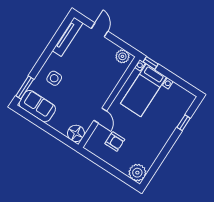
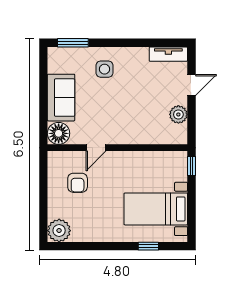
tv unit: (68, 37) -> (168, 54), width x0.71
plant: (122, 56) -> (178, 114), moved
bed with nightstands: (144, 90) -> (156, 209), moved
sofa: (37, 106) -> (61, 98), moved

